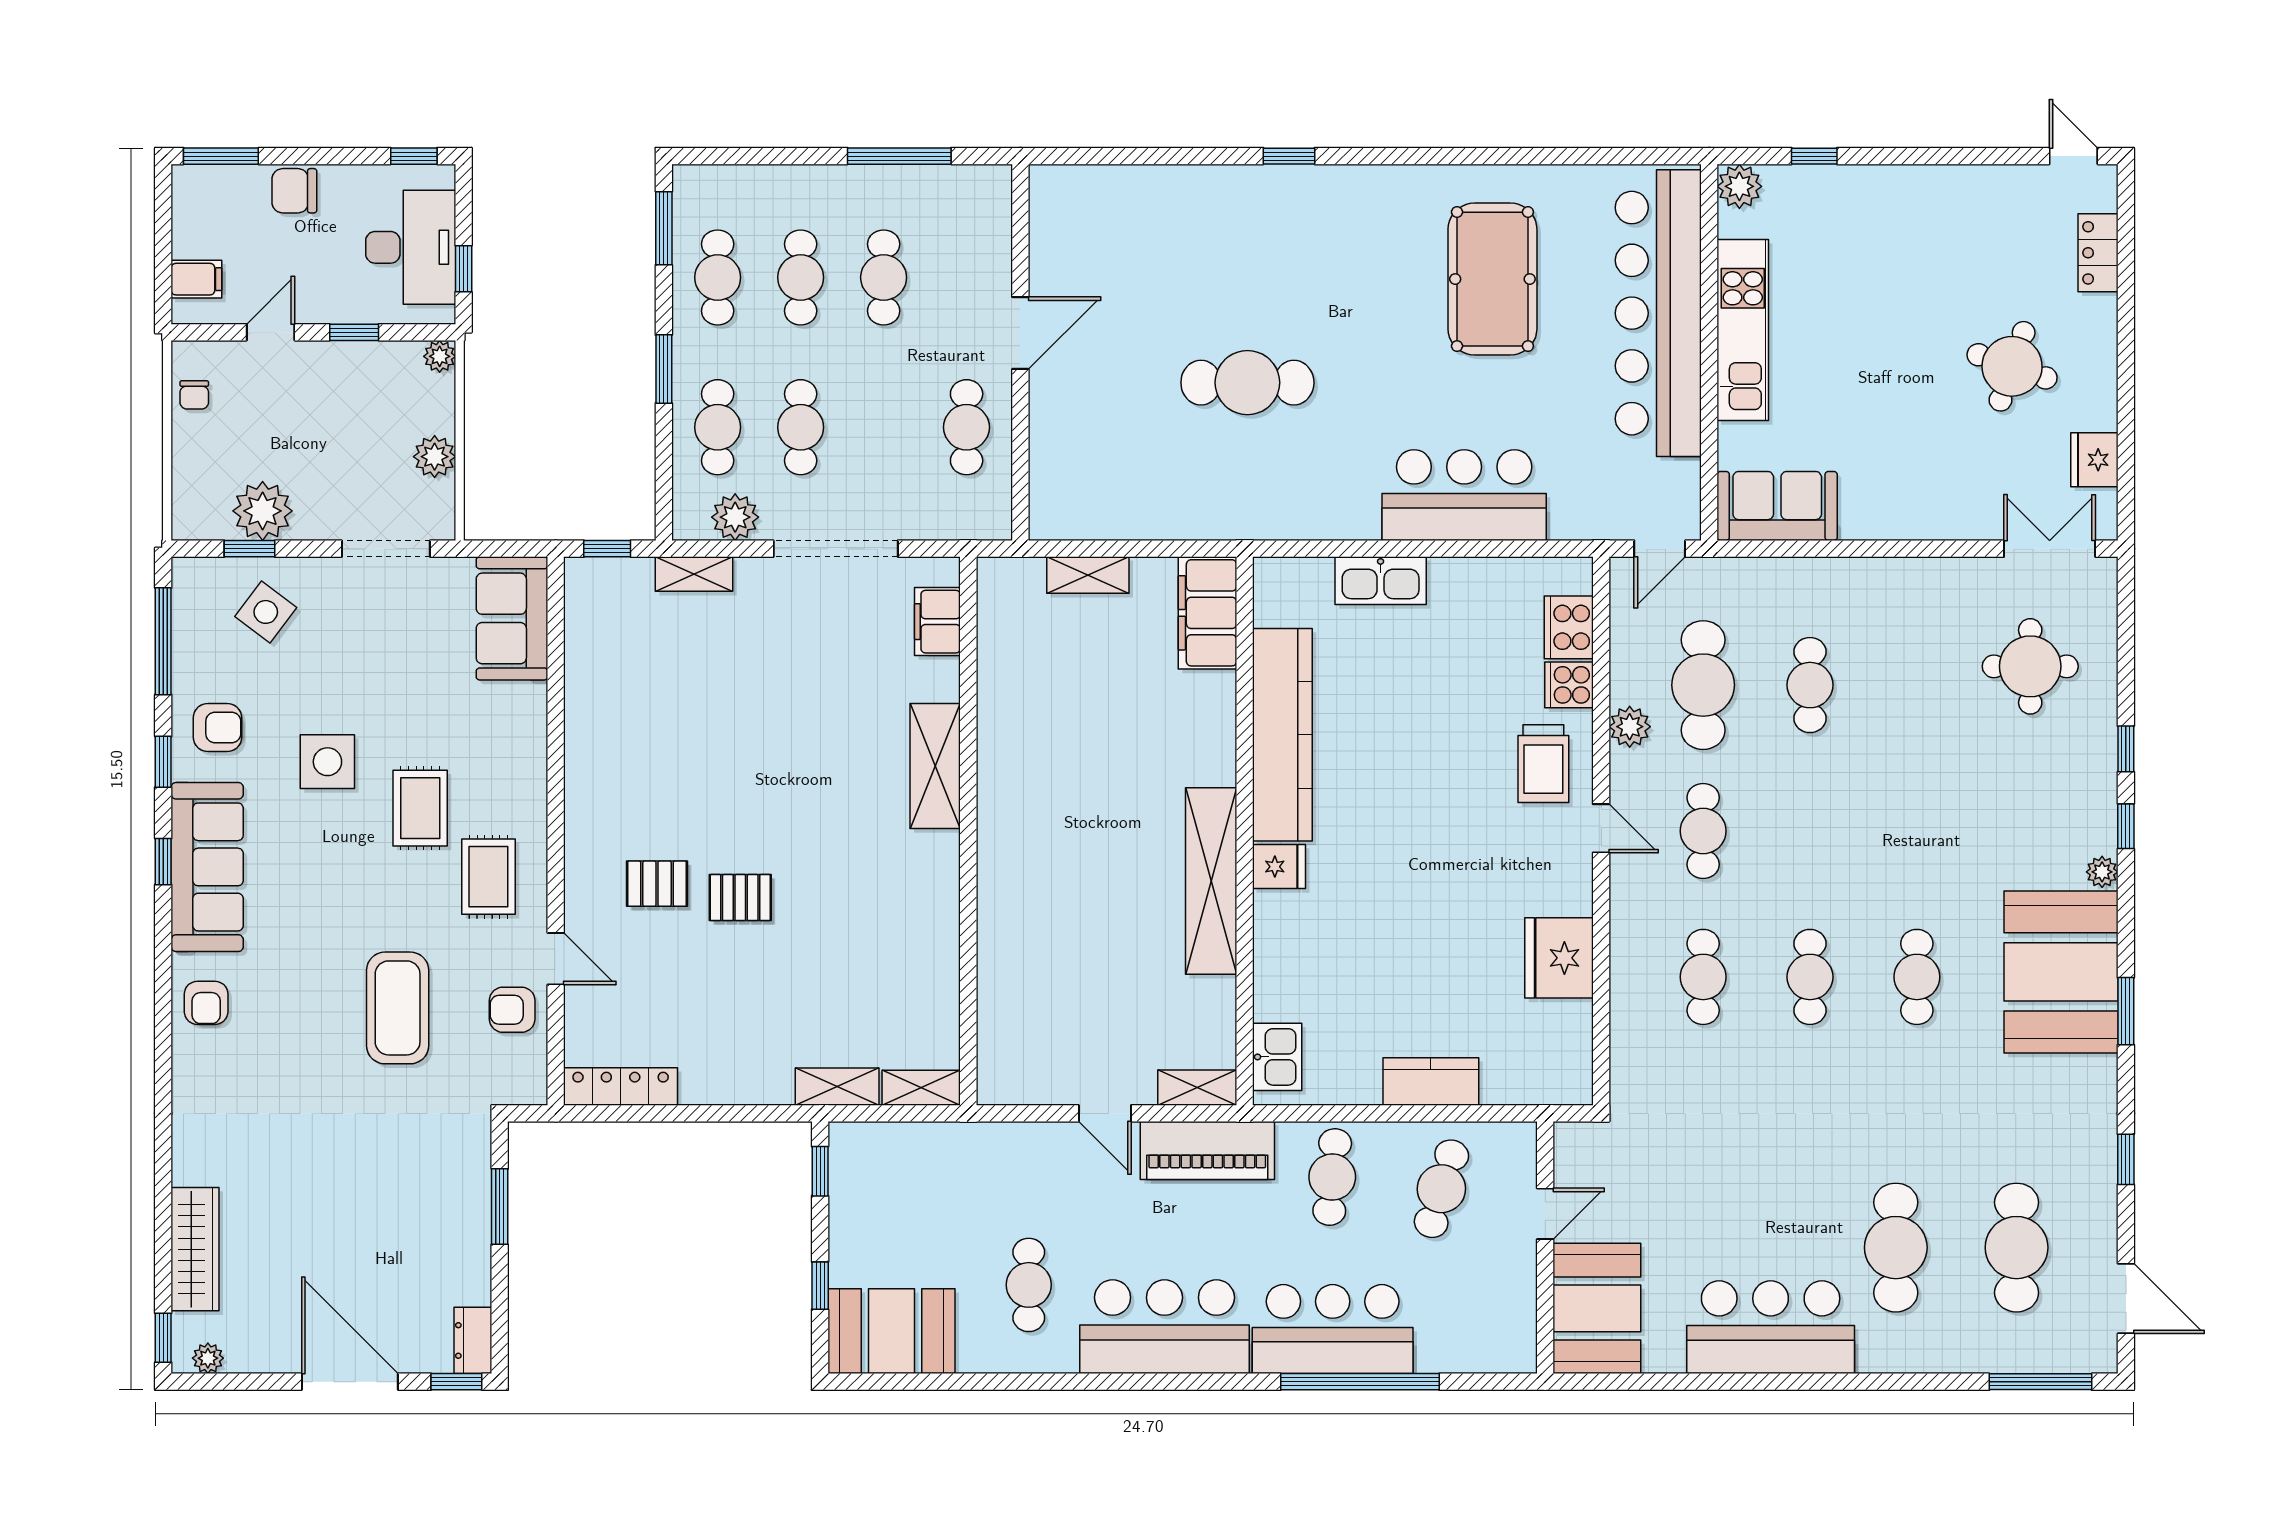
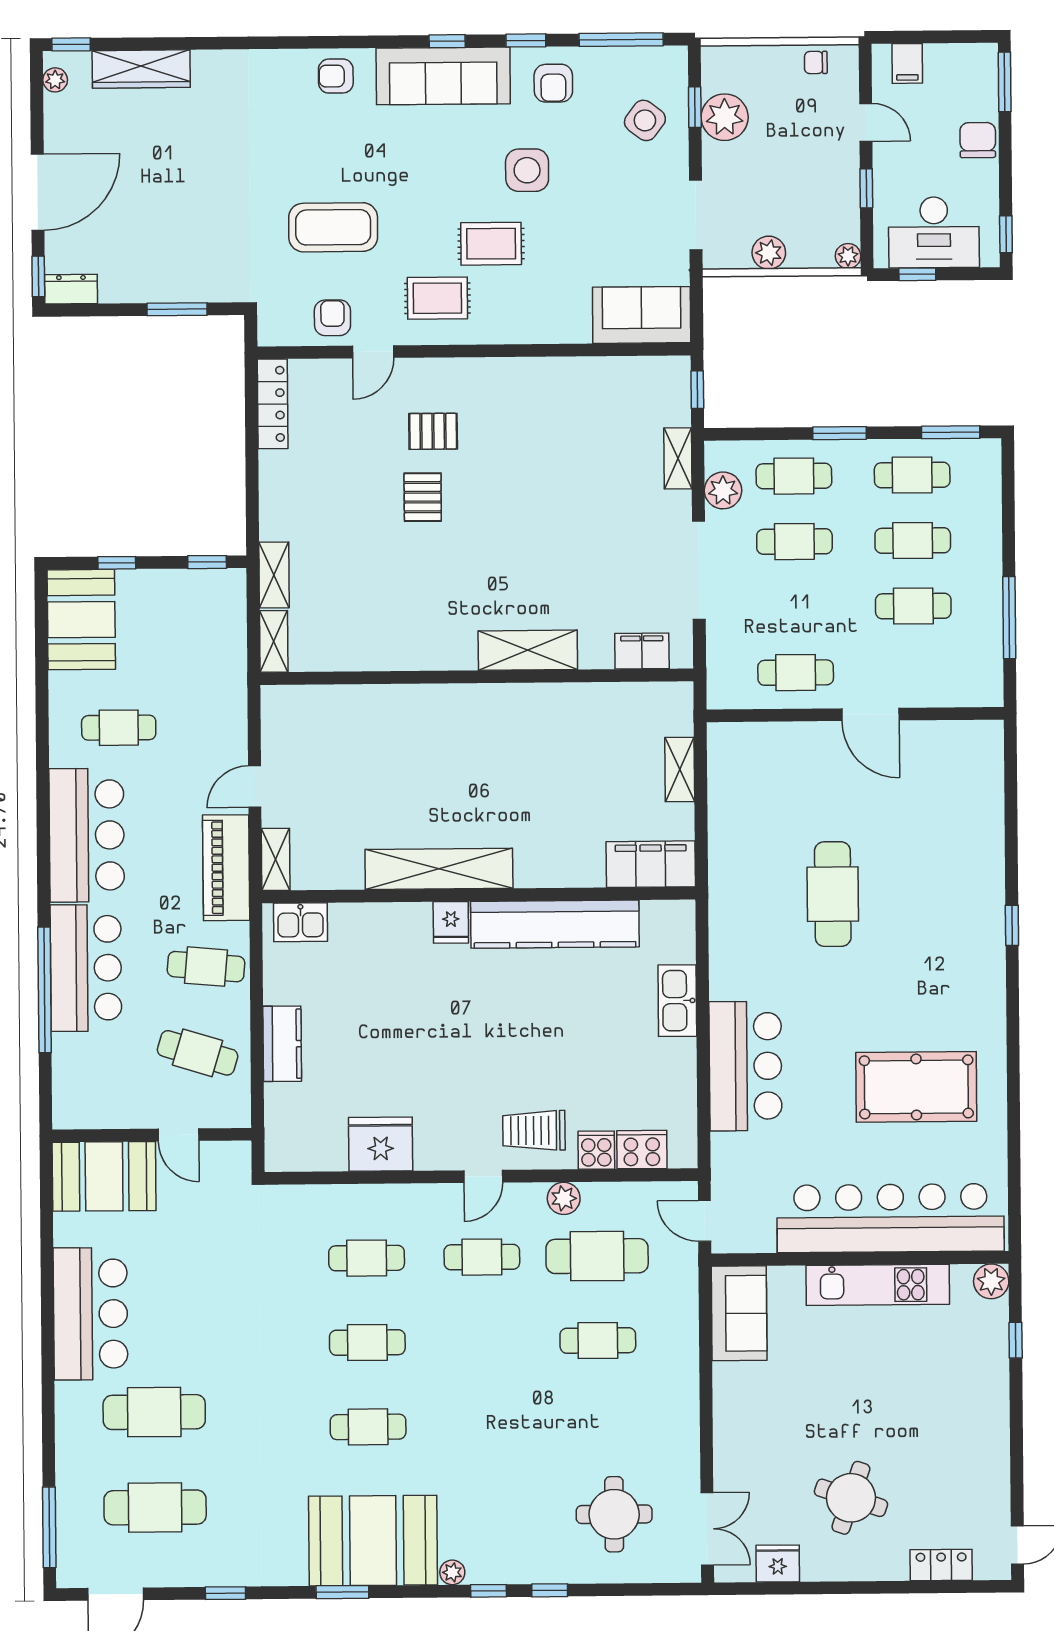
pallet: (657, 884) -> (433, 431), turned 90

